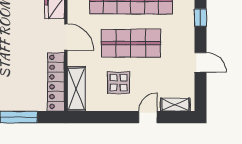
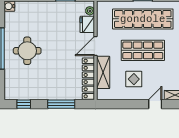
door: (66, 37) -> (95, 46), swing flipped
shelving: (76, 89) -> (103, 72), moved

